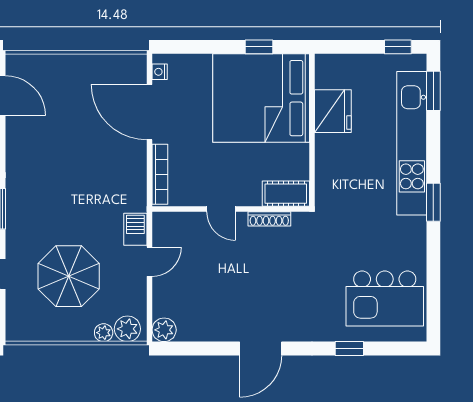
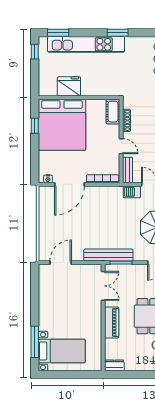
bench: (17, 185) -> (108, 255), added
door: (221, 209) -> (121, 146), hinge flipped
bench: (176, 221) -> (128, 170), added

